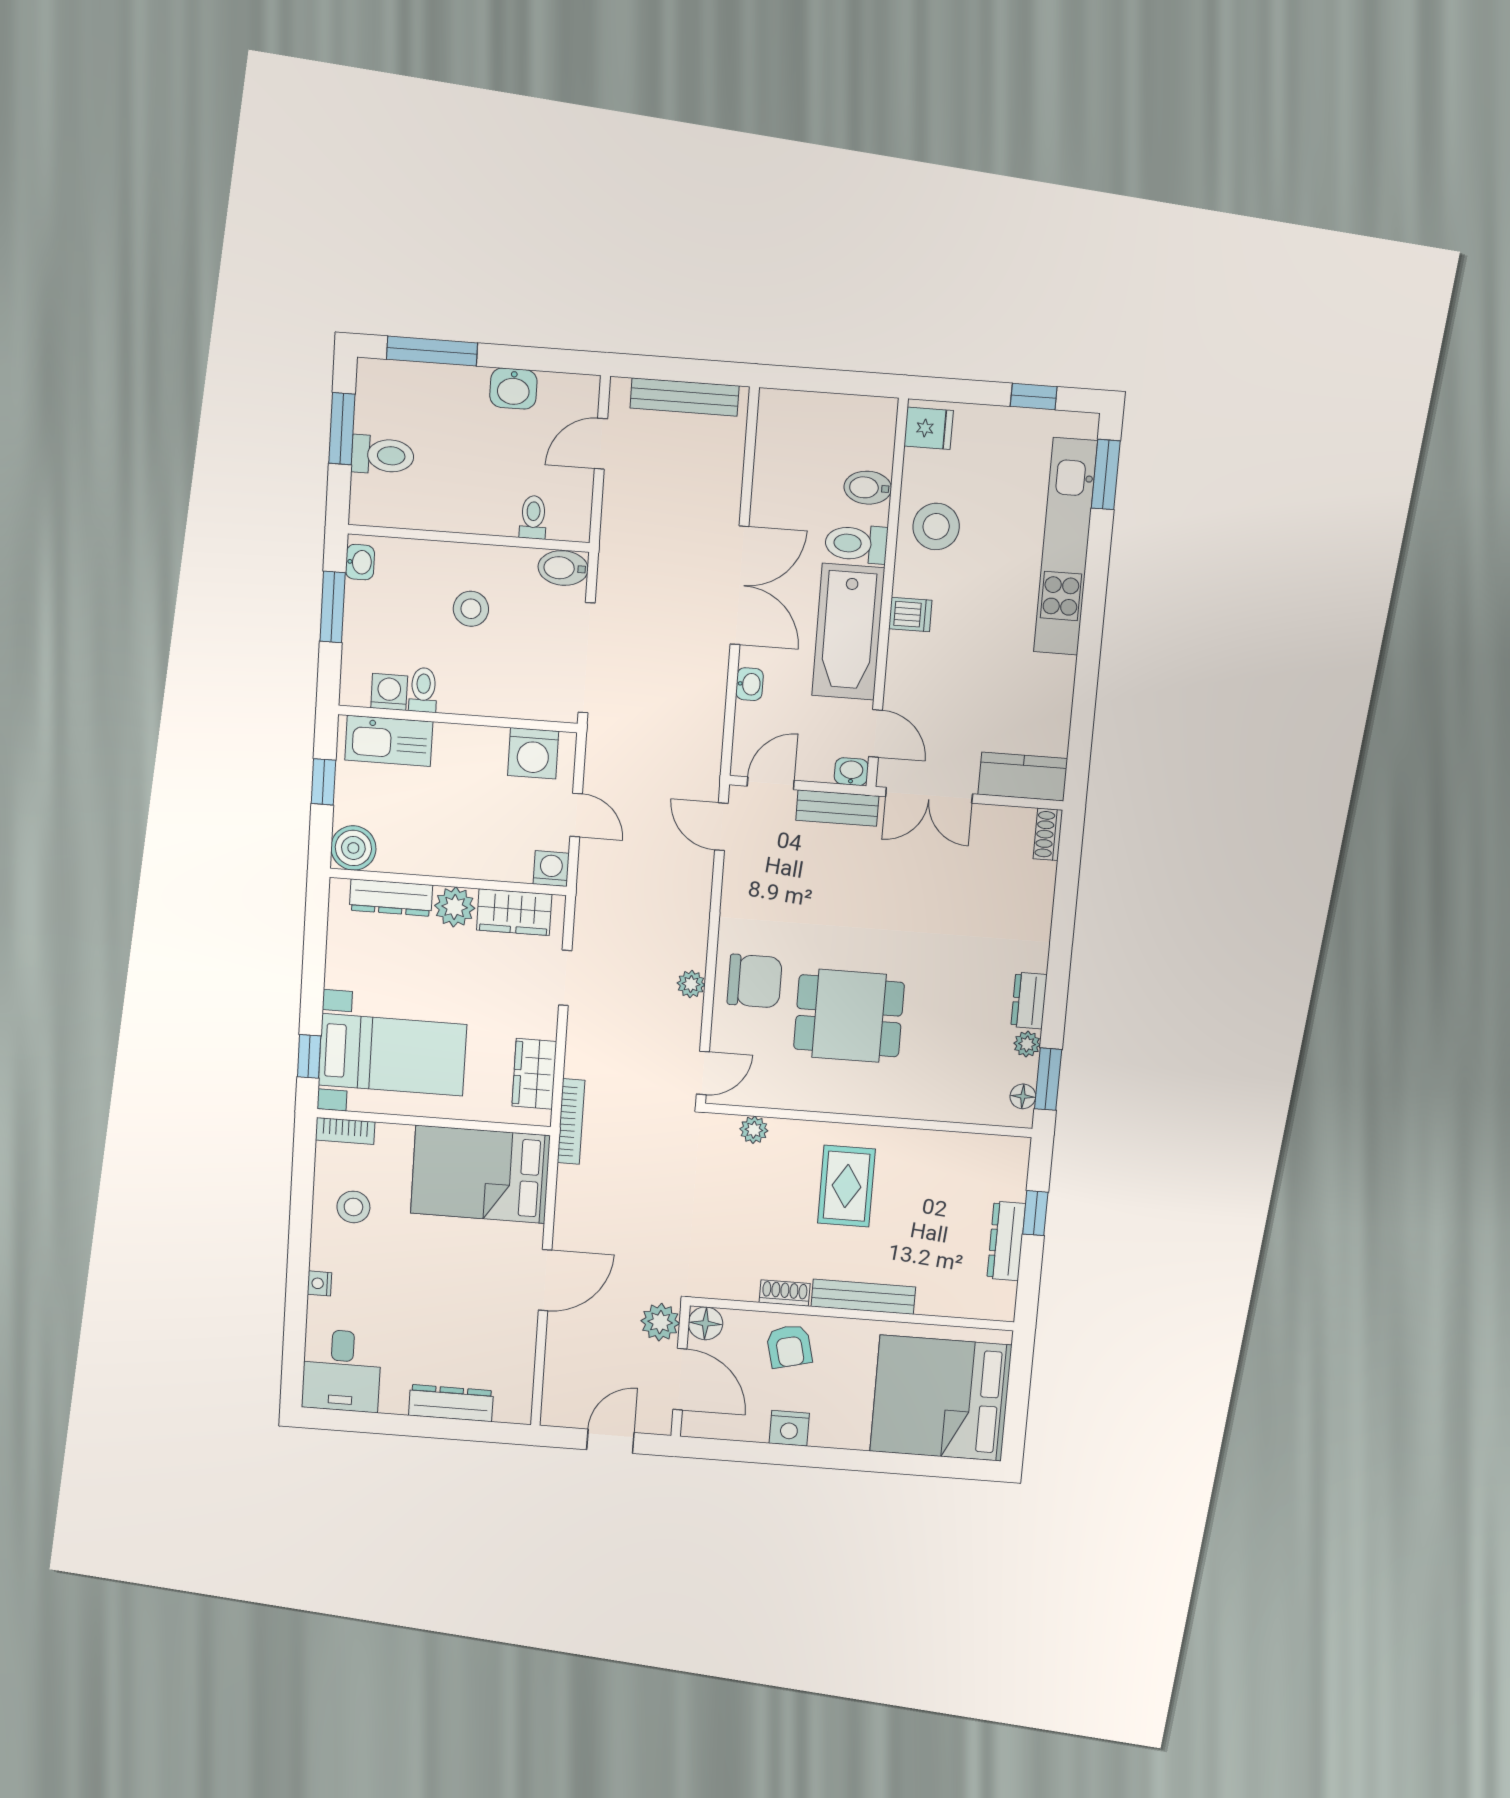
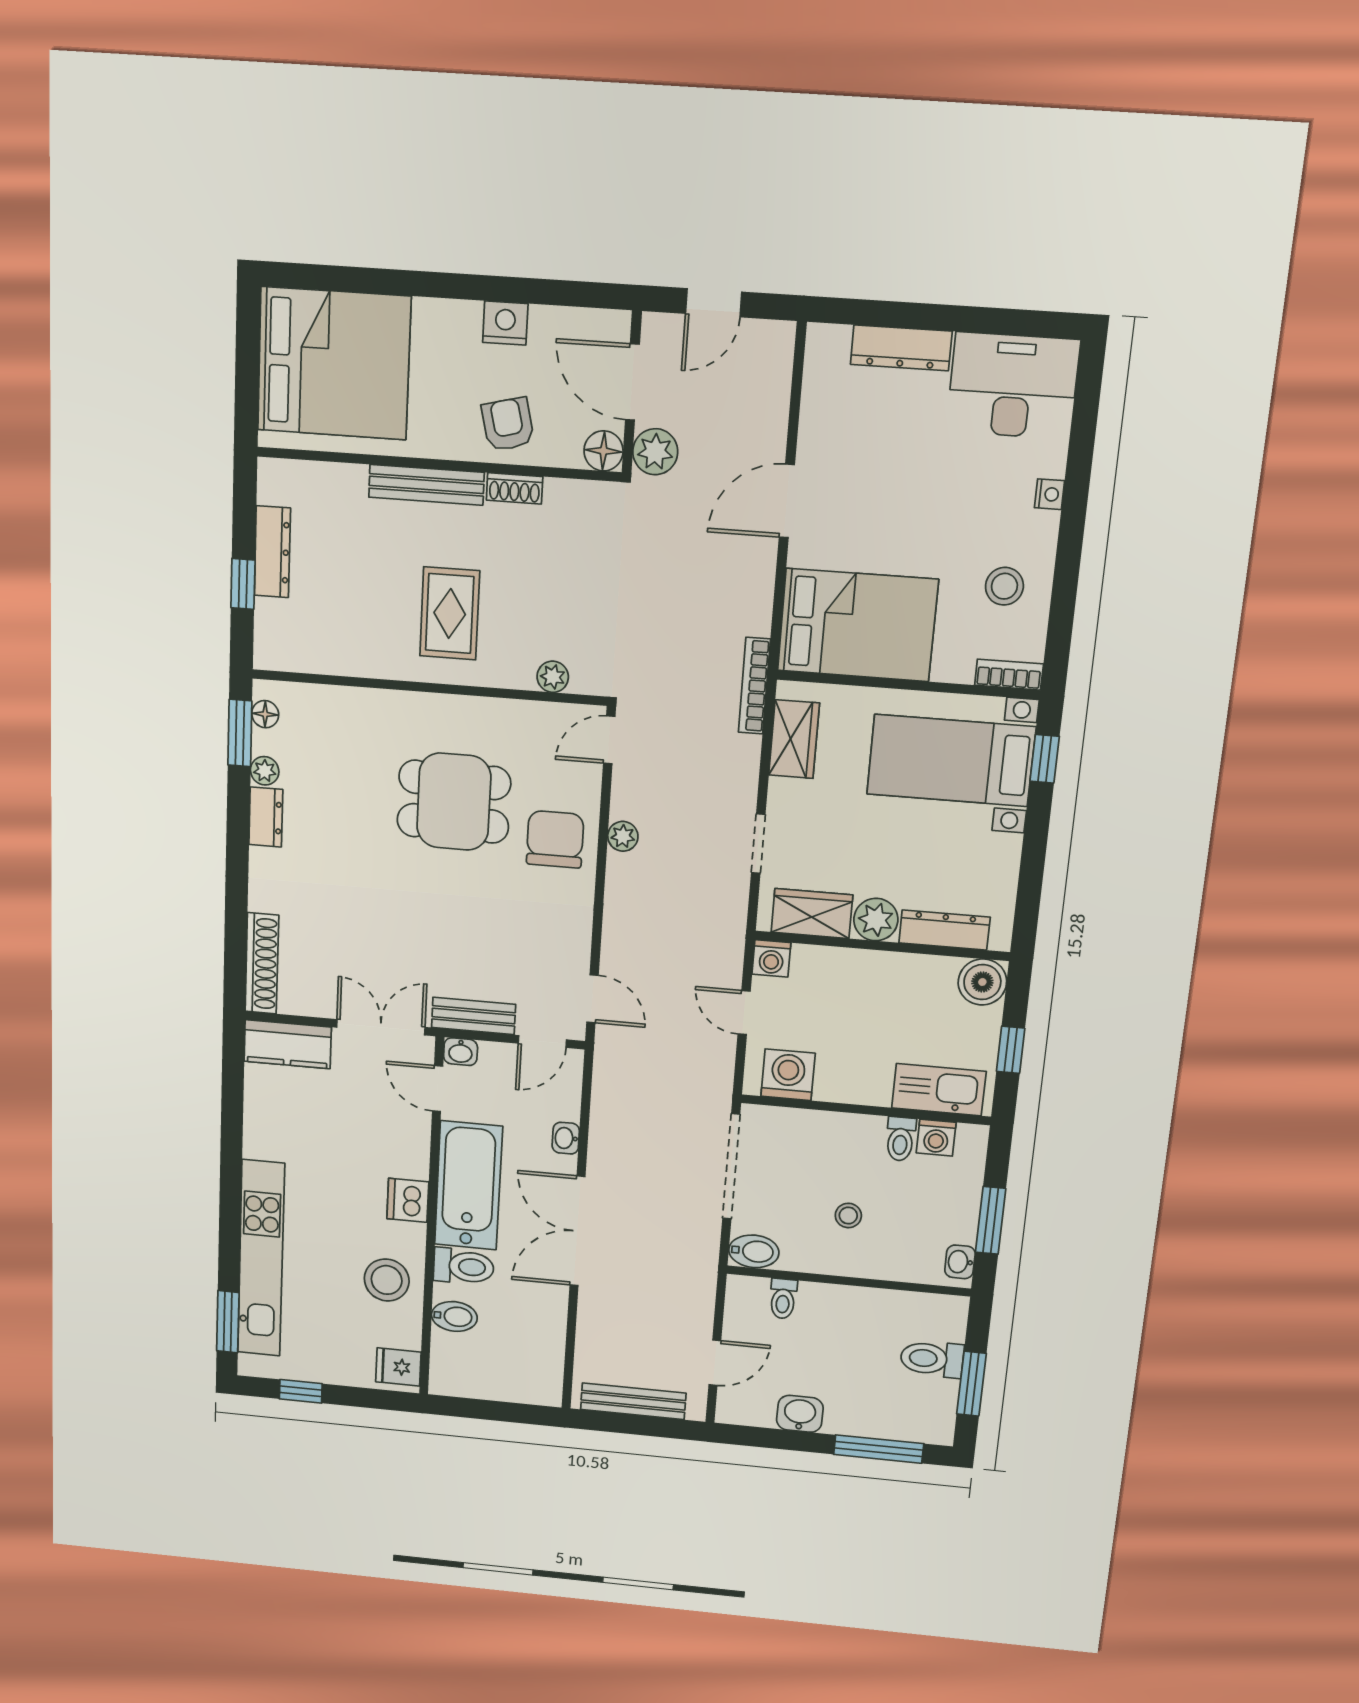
stool: (471, 609) -> (848, 1216), width x0.73, depth x0.73
dishwasher: (910, 614) -> (408, 1200), width x1.38
shoe rack: (1048, 834) -> (262, 963), width x1.94, depth x1.24
chair: (755, 981) -> (555, 839), turned 90
desk: (342, 1371) -> (1013, 386), width x1.37

